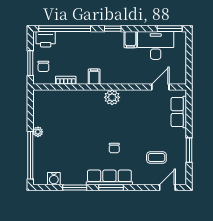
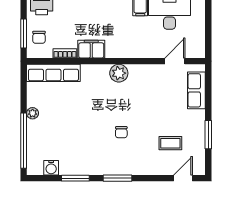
filing cabinet: (94, 77) -> (91, 49), width x2.00
row of seats: (109, 177) -> (53, 73), moved, turned 180

